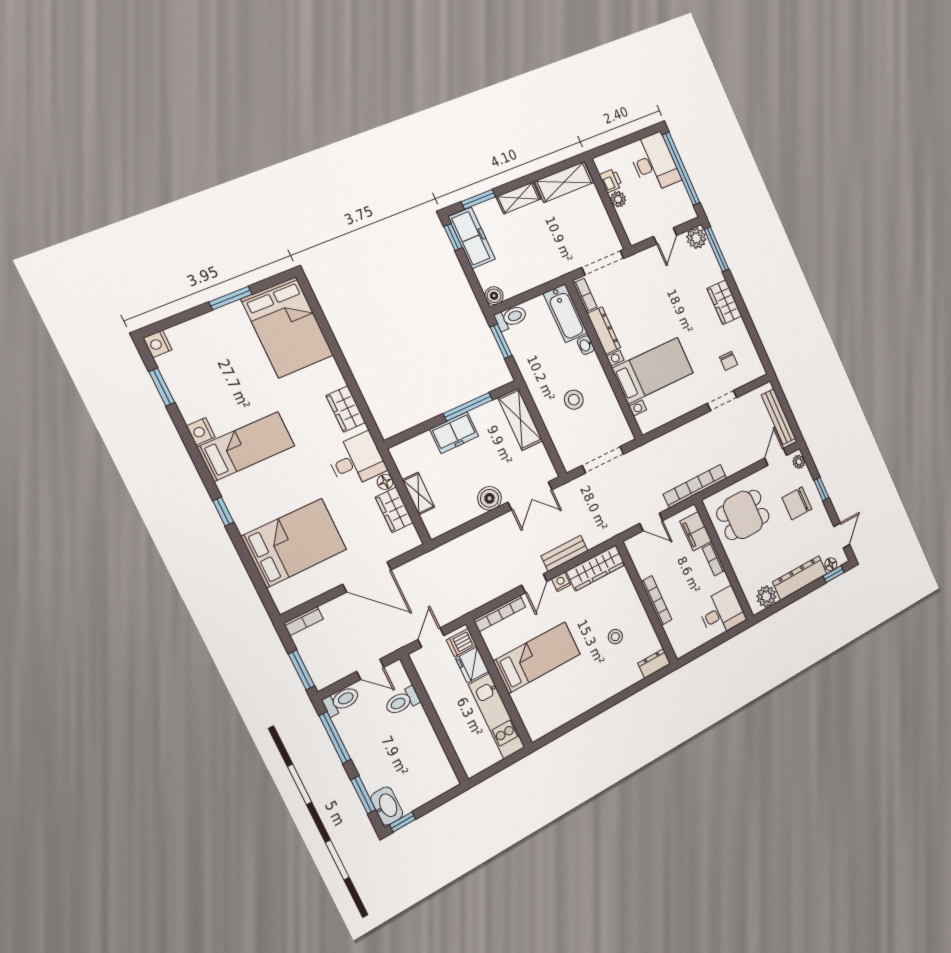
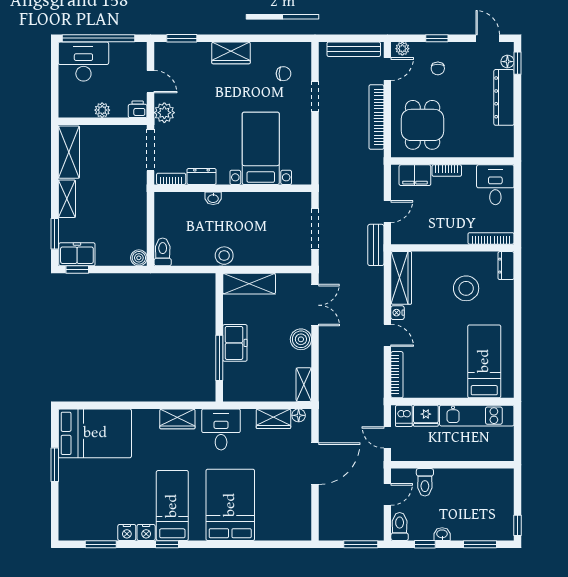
printer: (611, 181) -> (138, 109), moved
freezer: (472, 238) -> (77, 254), width x0.71
plant: (696, 238) -> (164, 113), moved
window: (716, 249) -> (182, 38), width x0.69
bathtub: (565, 313) -> (179, 204), removed
dresser: (604, 331) -> (202, 176), width x0.70
window: (501, 341) -> (178, 270), removed
nightstand: (158, 344) -> (127, 533), moved
stool: (574, 400) -> (224, 256), moved
window: (468, 407) -> (219, 358), moved
door: (776, 457) -> (387, 69), swing flipped
floor lamp: (385, 482) -> (299, 415), moved
bookcase: (695, 486) -> (376, 117), moved
shelving: (418, 494) -> (304, 385), moved, turned 90
chair: (797, 503) -> (438, 68), width x0.54, depth x0.54
window: (223, 512) -> (167, 544), moved
bed: (294, 543) -> (230, 505), moved
bench: (565, 553) -> (376, 245), moved
plant: (766, 597) -> (504, 137), removed
bookcase: (657, 601) -> (491, 238), moved
bookcase: (303, 621) -> (325, 526), removed
stool: (615, 637) -> (466, 288), width x1.89, depth x1.89
bed: (537, 657) -> (484, 361), moved
window: (335, 738) -> (425, 544), width x0.46
washbasin: (387, 806) -> (442, 534), moved, width x0.52, depth x0.69

